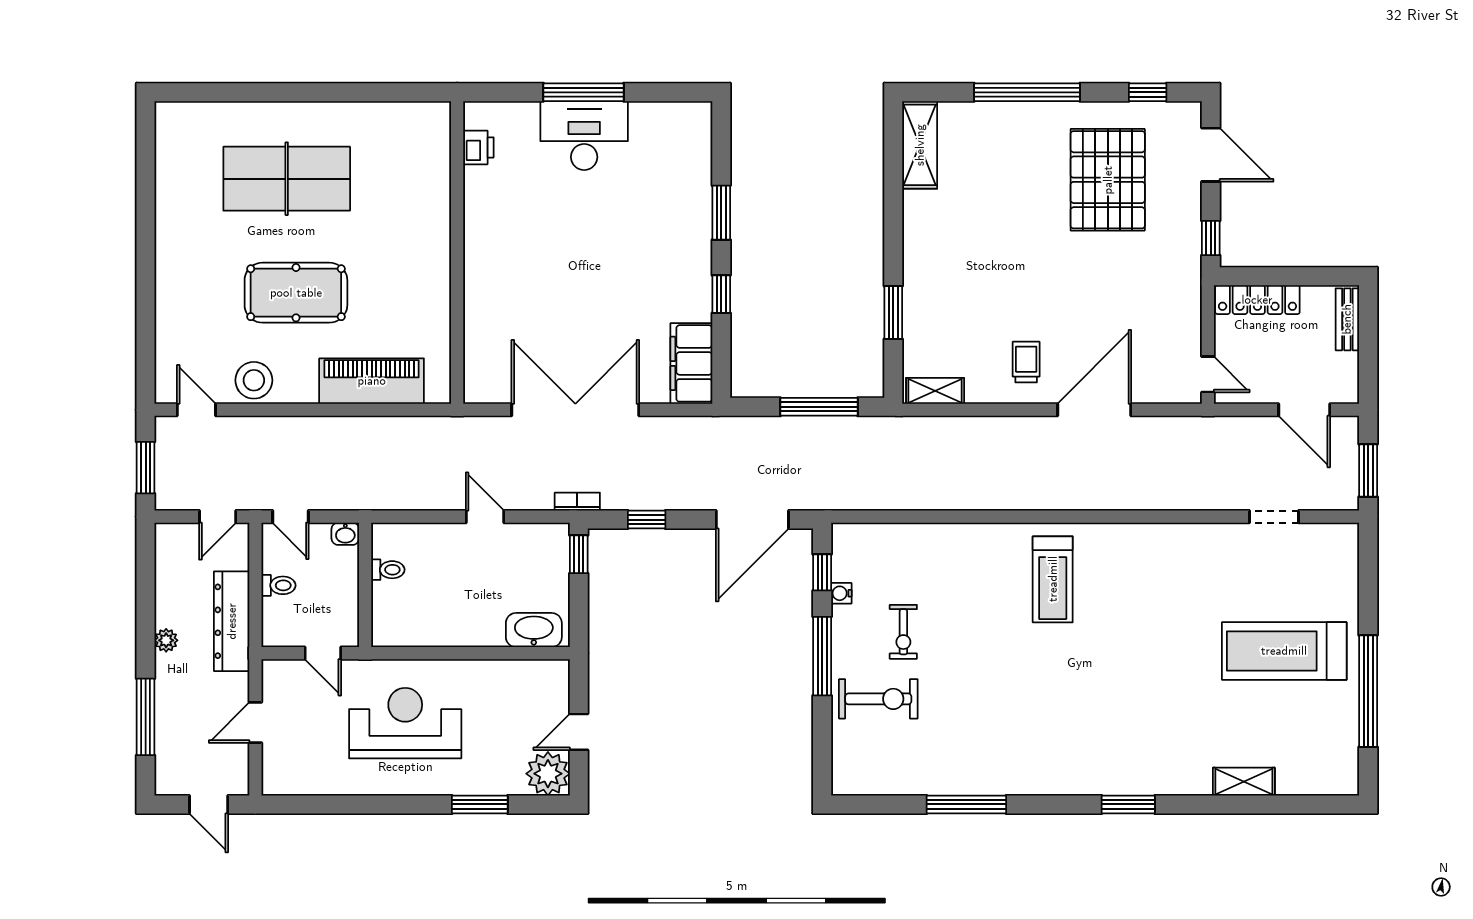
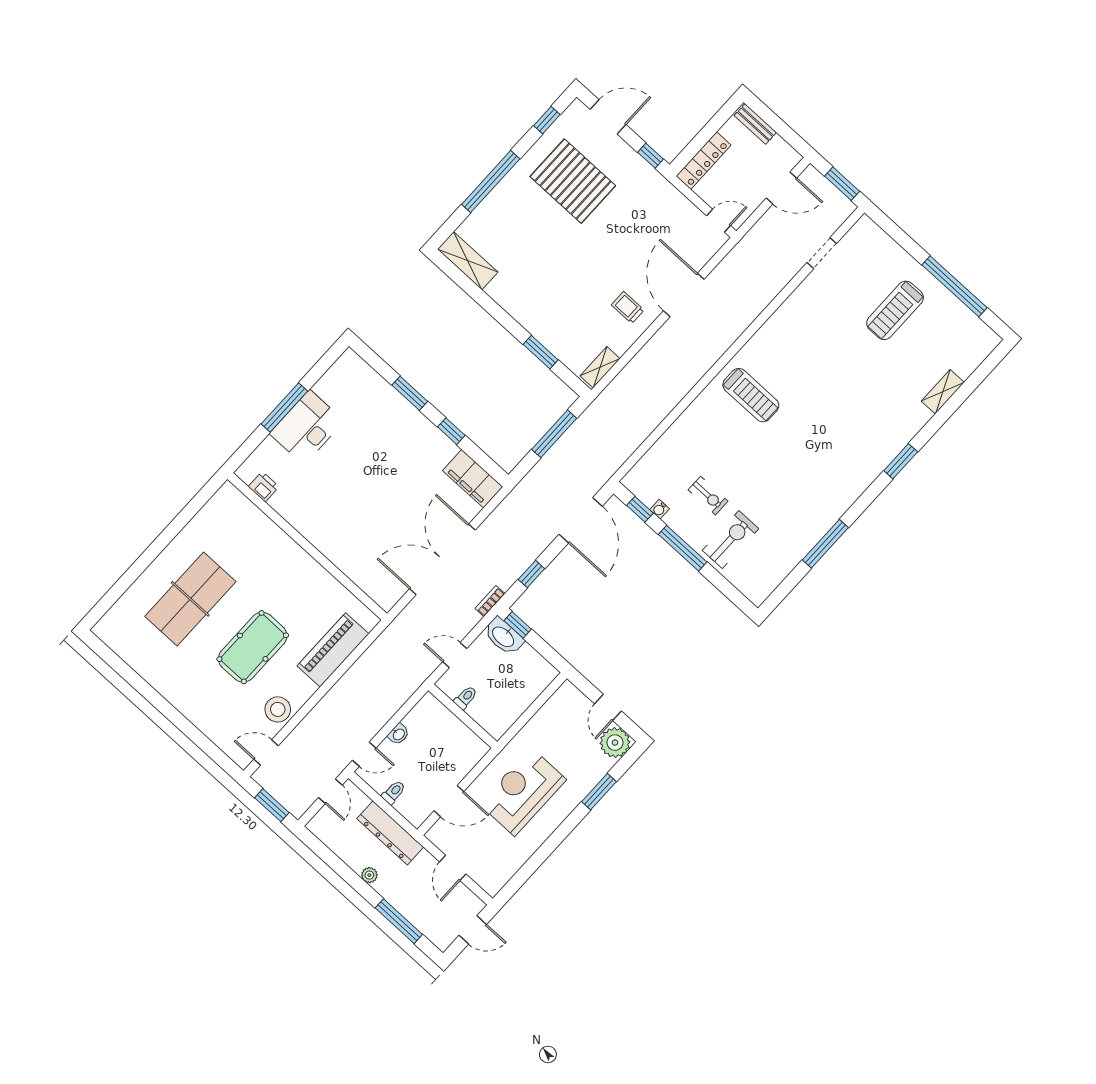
toilet: (388, 570) -> (466, 698), moved
wall: (365, 585) -> (463, 716), moved
washbasin: (534, 630) -> (504, 636), moved, turned -90
treadmill: (1284, 651) -> (895, 310), width x0.73, depth x0.73
door: (323, 653) -> (449, 801), width x1.38

